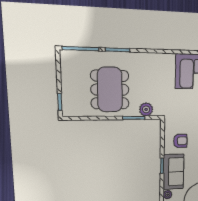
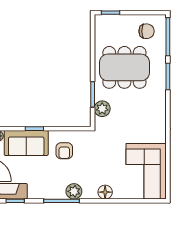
chair: (76, 69) -> (147, 31), added

